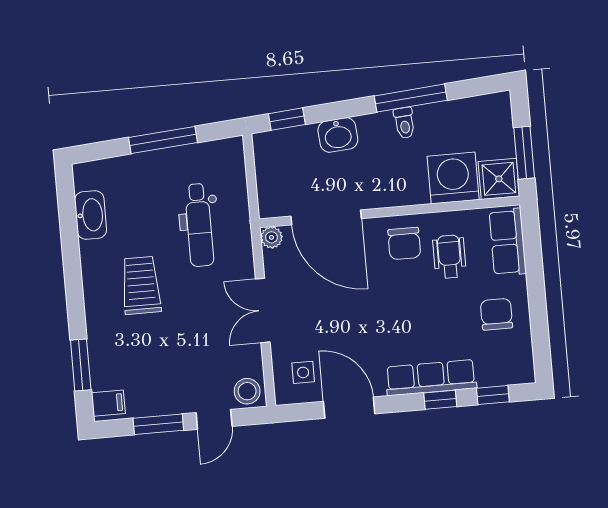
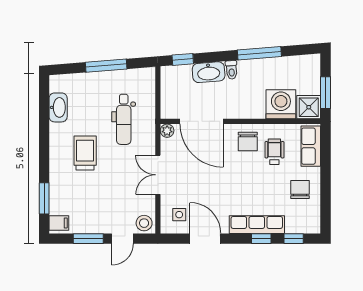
toilet: (404, 123) -> (231, 70), moved
washbasin: (338, 135) -> (209, 72), width x1.38

